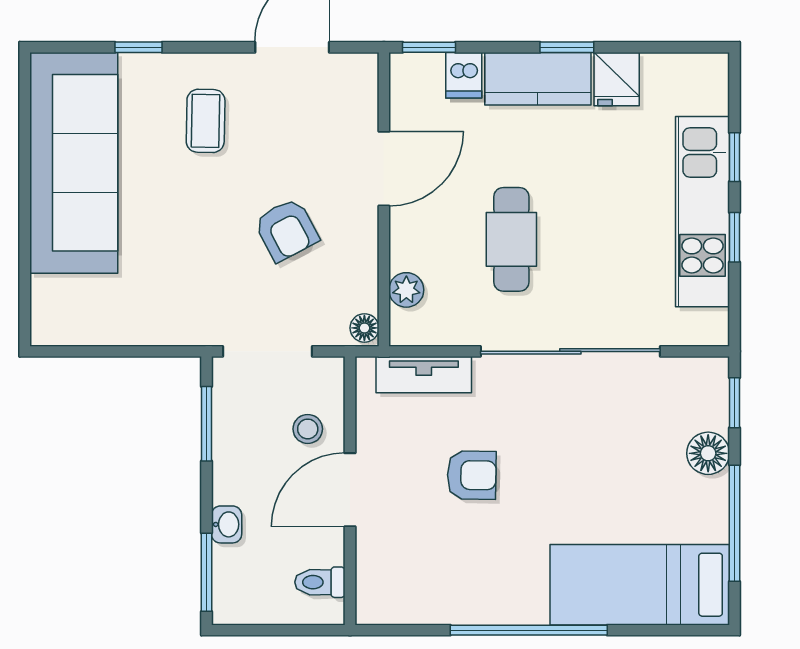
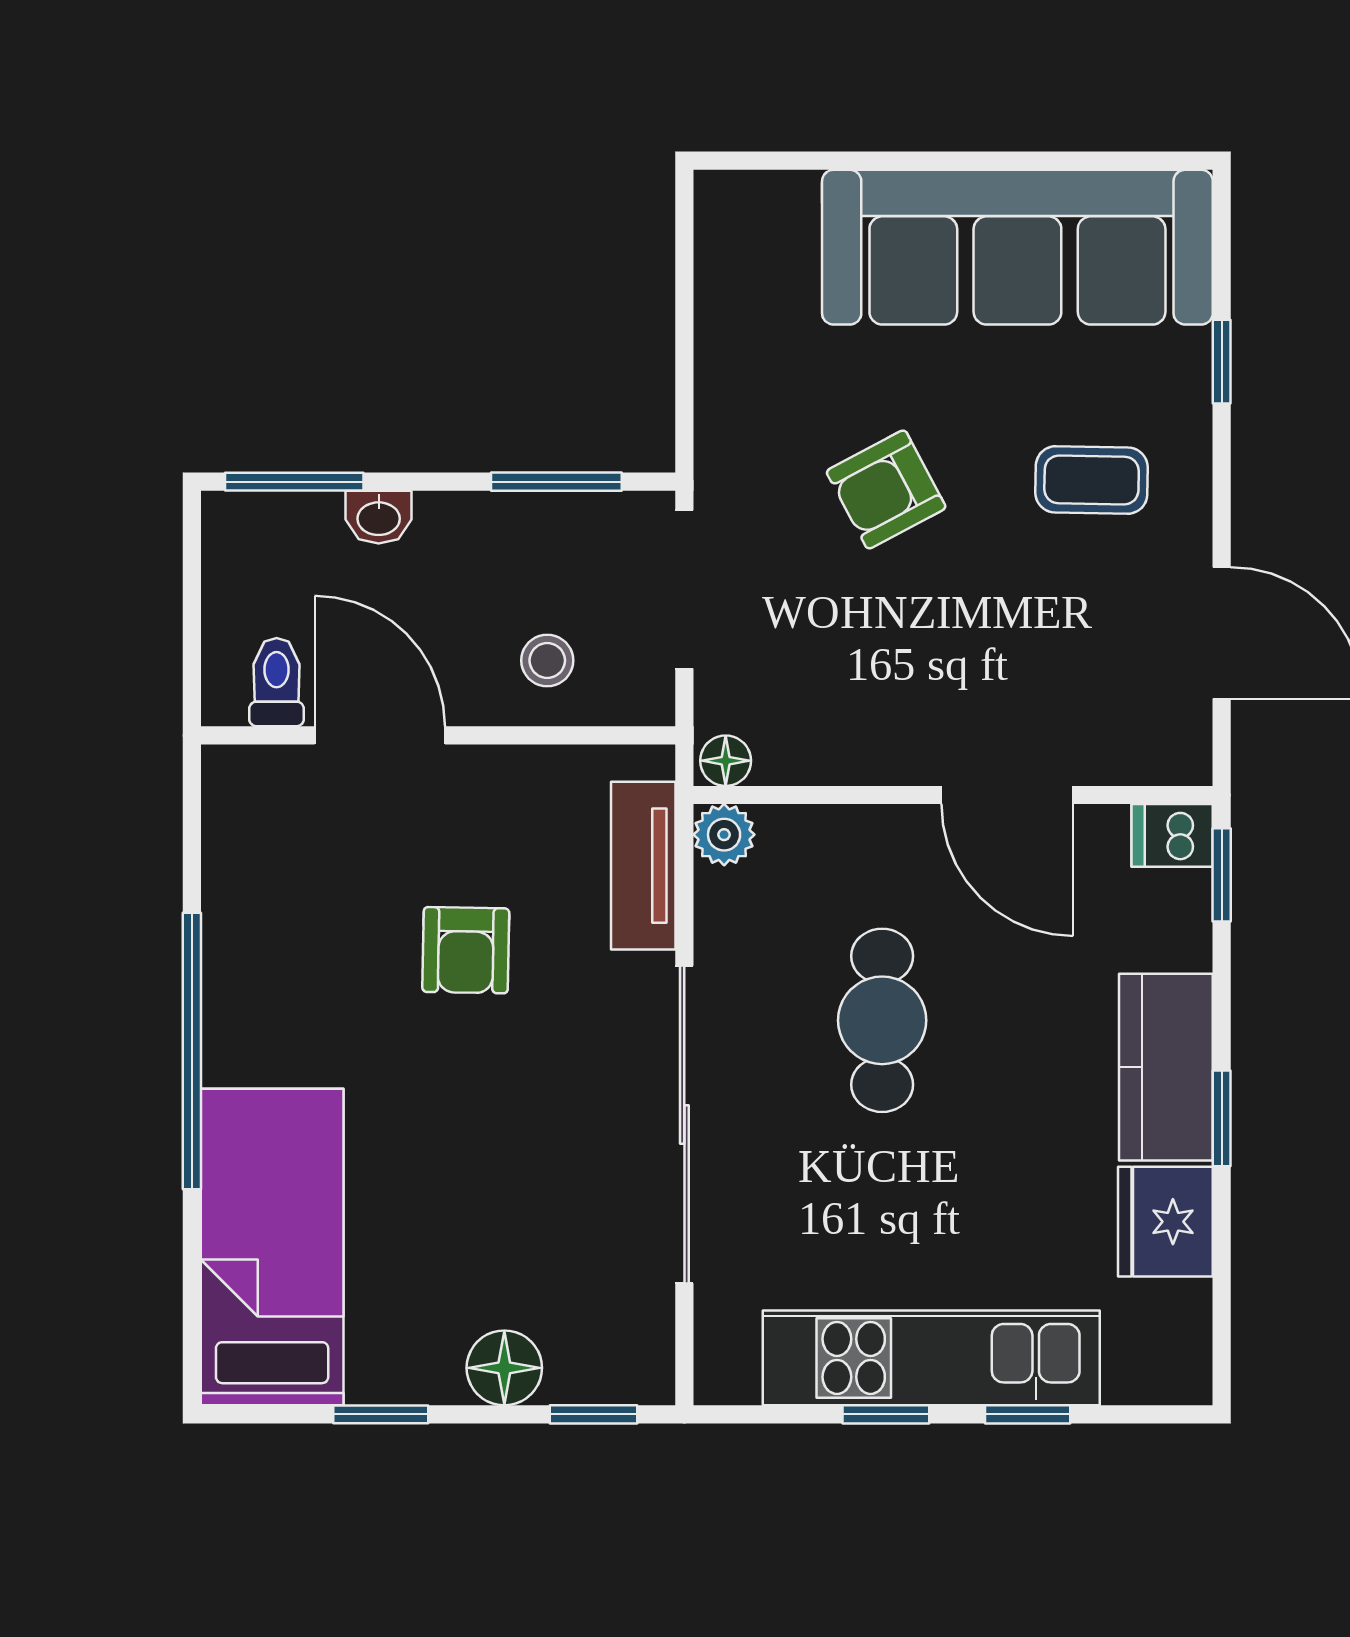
dishwasher: (464, 75) -> (1172, 835), moved
fridge: (617, 79) -> (1165, 1222), width x1.38
armchair: (286, 230) -> (886, 489), moved
cafe table: (511, 239) -> (882, 1020), turned 90
plant: (406, 290) -> (724, 835), moved
door: (350, 490) -> (380, 735), moved
window: (734, 523) -> (381, 1414), width x0.46

